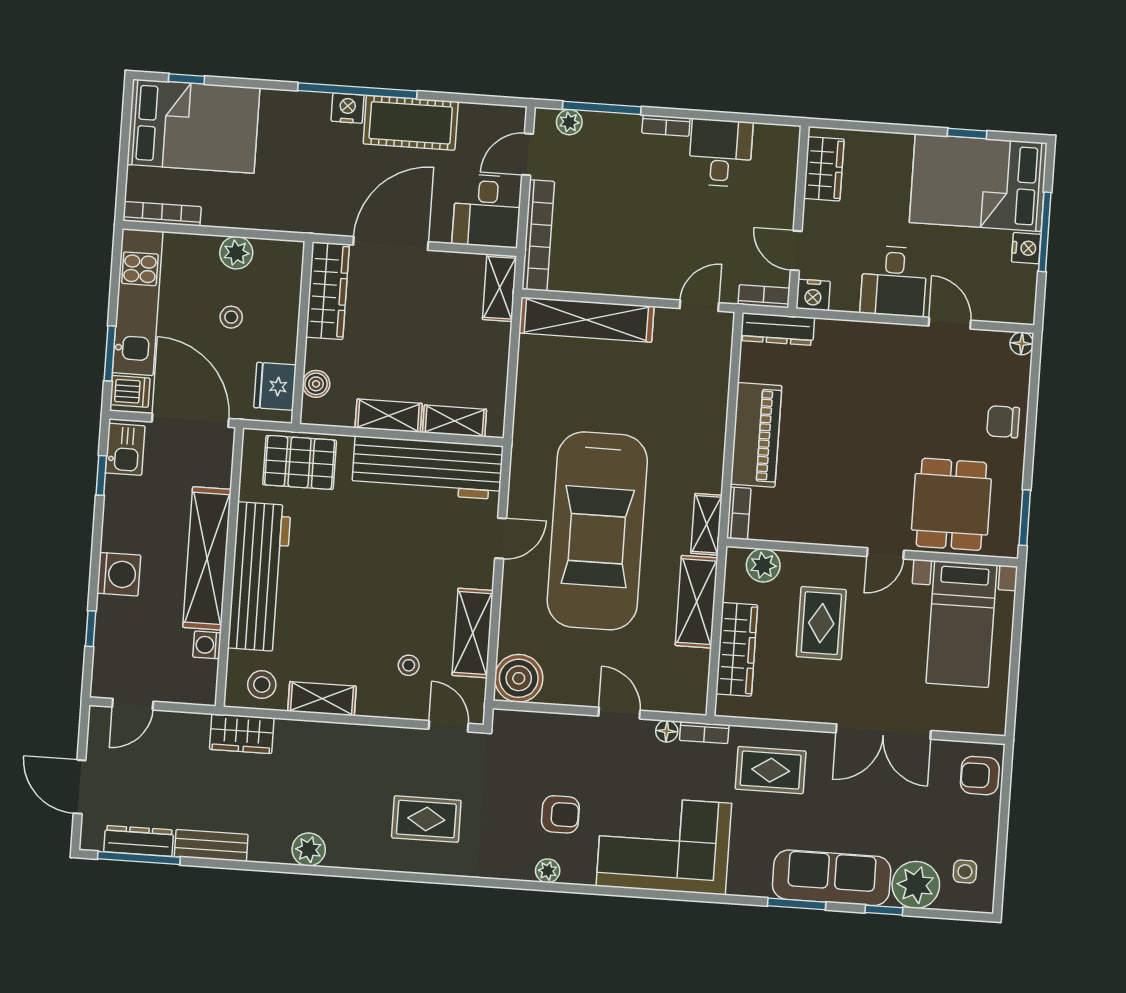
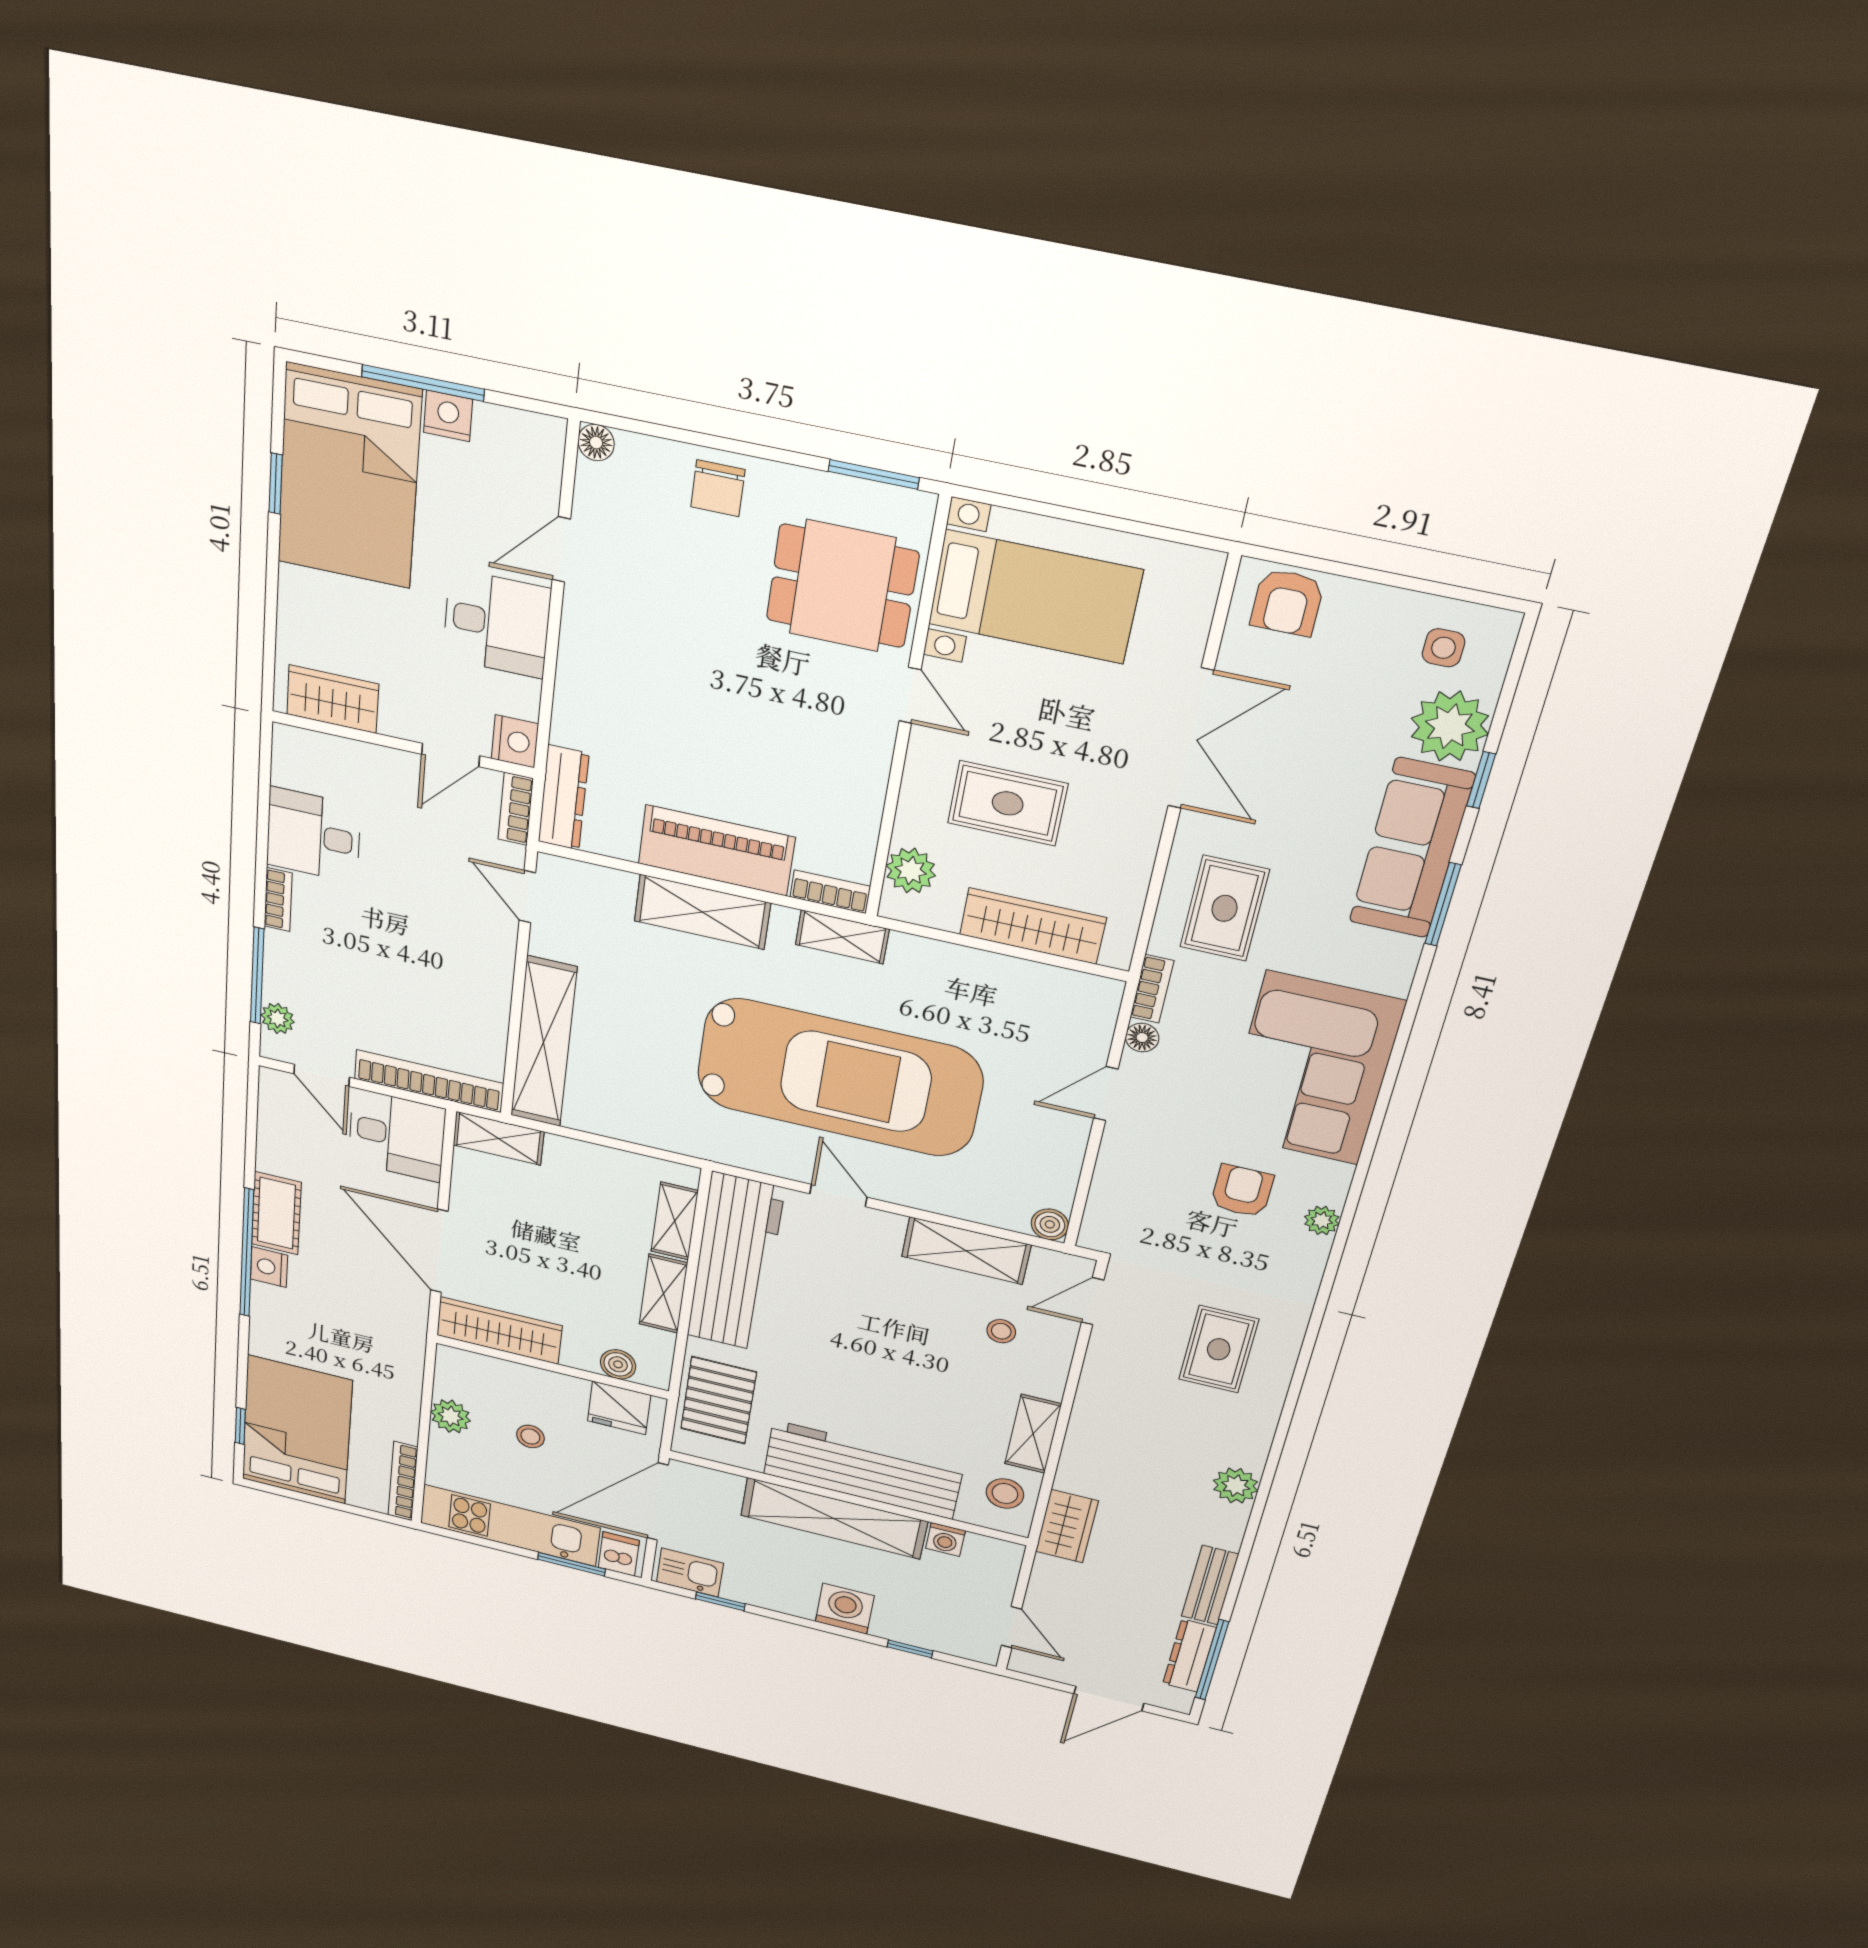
cot: (411, 123) -> (276, 1213), width x0.73, depth x0.75
shelving: (696, 602) -> (702, 912), moved
boiler: (519, 678) -> (1050, 1224), width x0.54, depth x0.54

